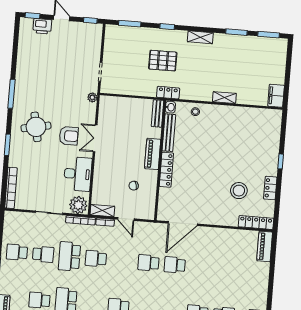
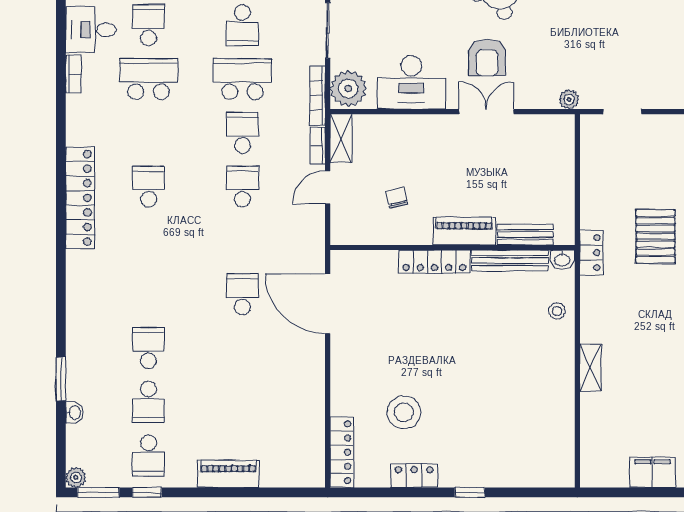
filing cabinet: (276, 96) -> (653, 472), moved
bench: (158, 113) -> (525, 234), moved
piano: (265, 246) -> (228, 474), moved
school desk: (148, 263) -> (242, 187), moved

